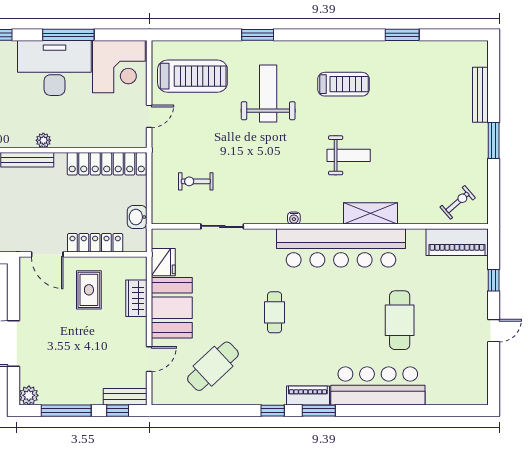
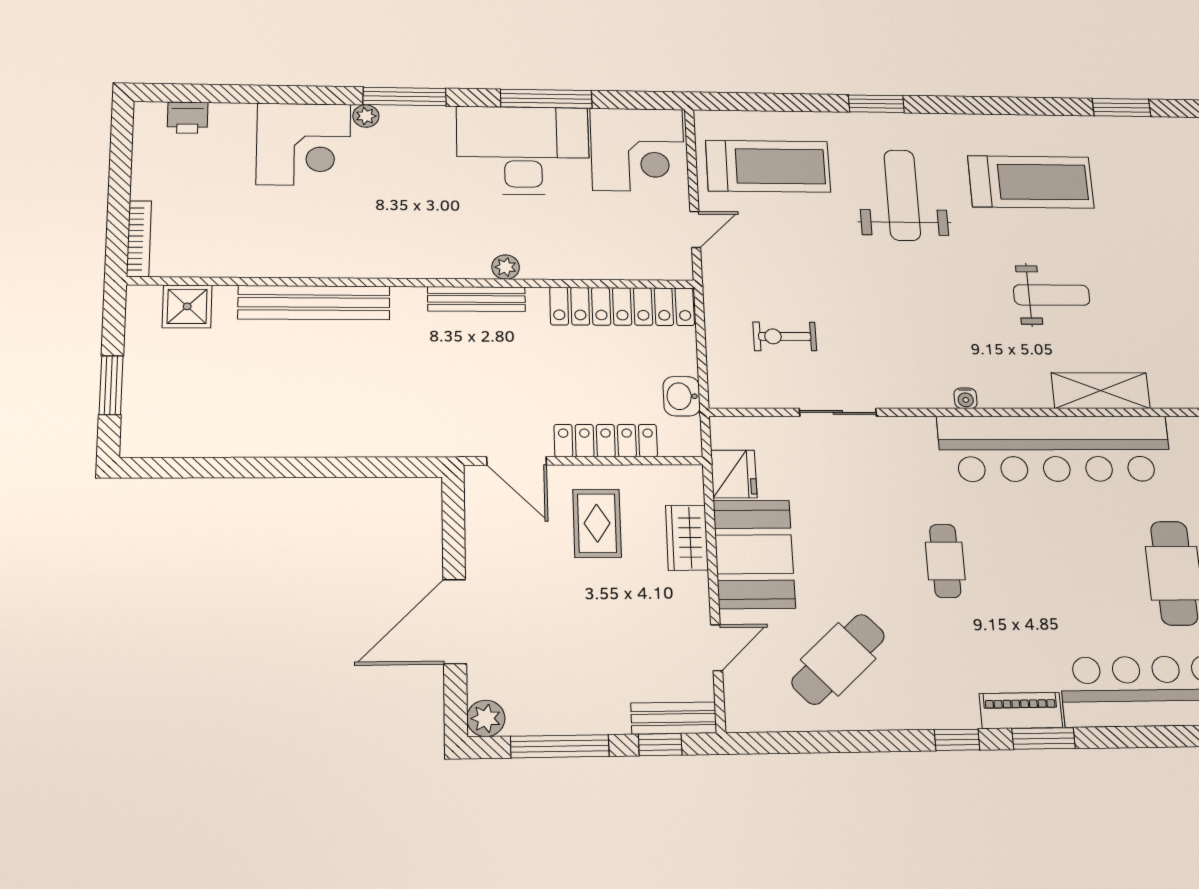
treadmill: (343, 84) -> (1031, 182), width x1.37, depth x1.38

